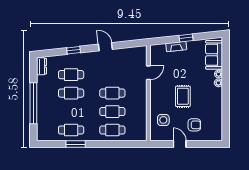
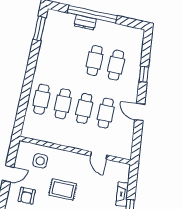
door: (105, 47) -> (140, 112), swing flipped
dresser: (41, 66) -> (85, 22), moved
cafe table: (71, 130) -> (106, 113), moved
window: (76, 144) -> (40, 28), moved

